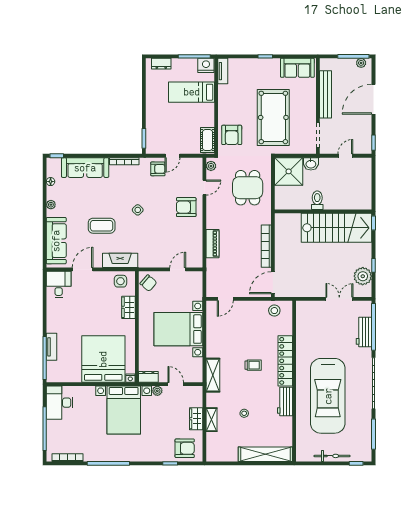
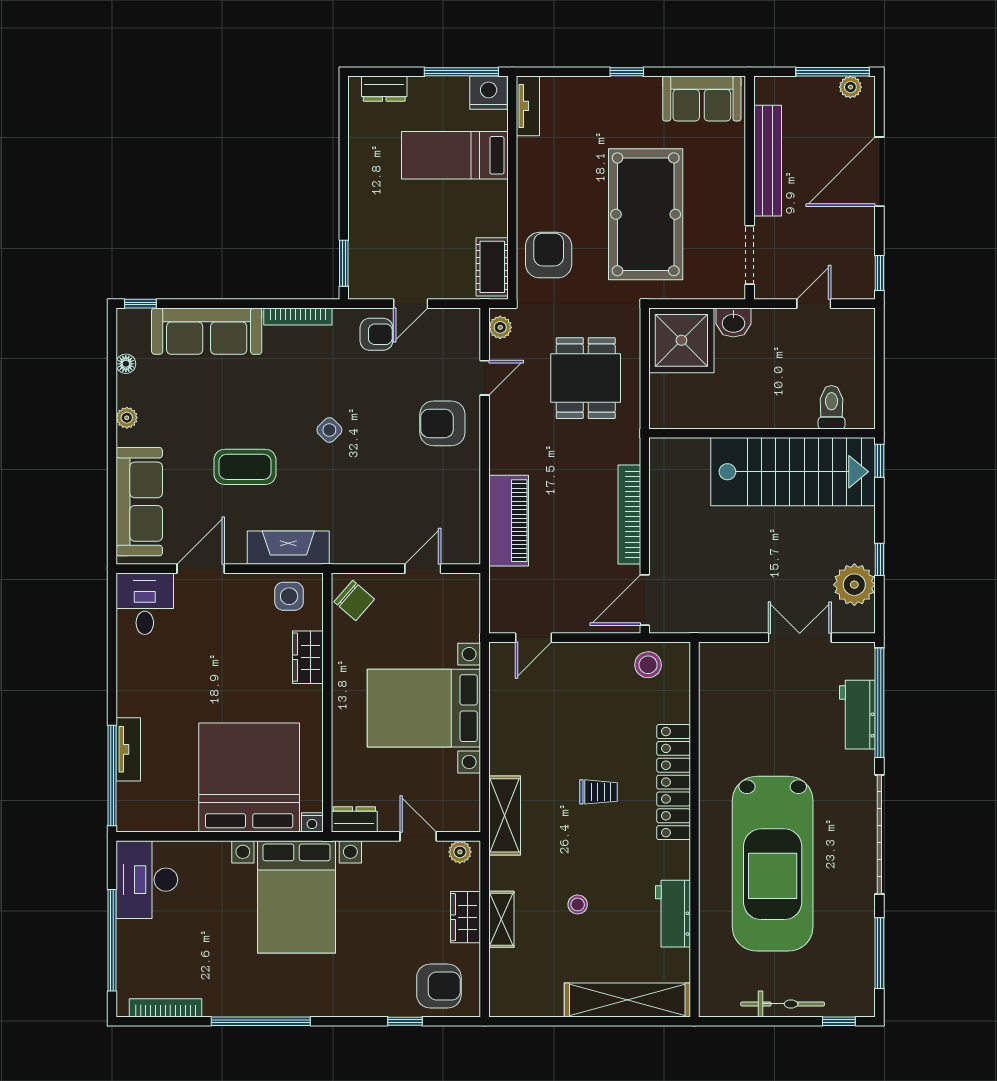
armchair: (232, 135) -> (549, 255), turned 180
toilet: (317, 200) -> (832, 407), moved
piano: (212, 244) -> (509, 521), width x1.37, depth x1.33
plant: (157, 391) -> (460, 852), moved
workbench: (285, 401) -> (673, 914), moved

